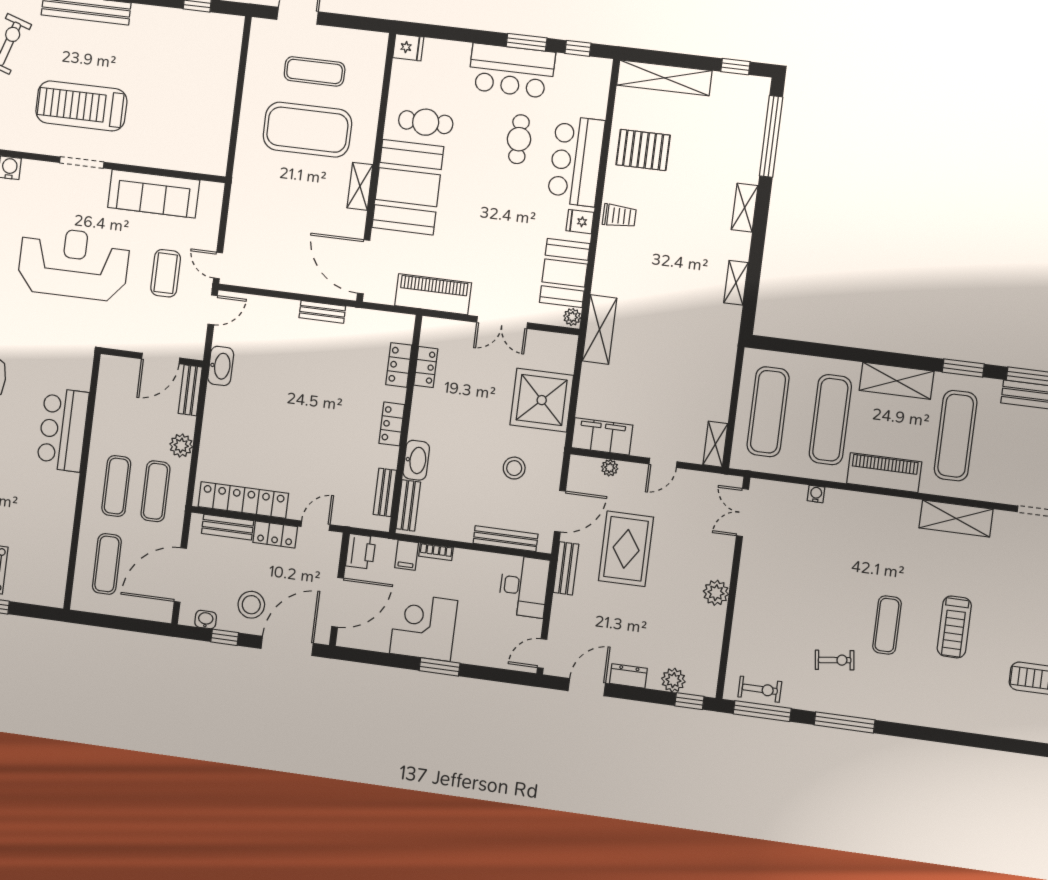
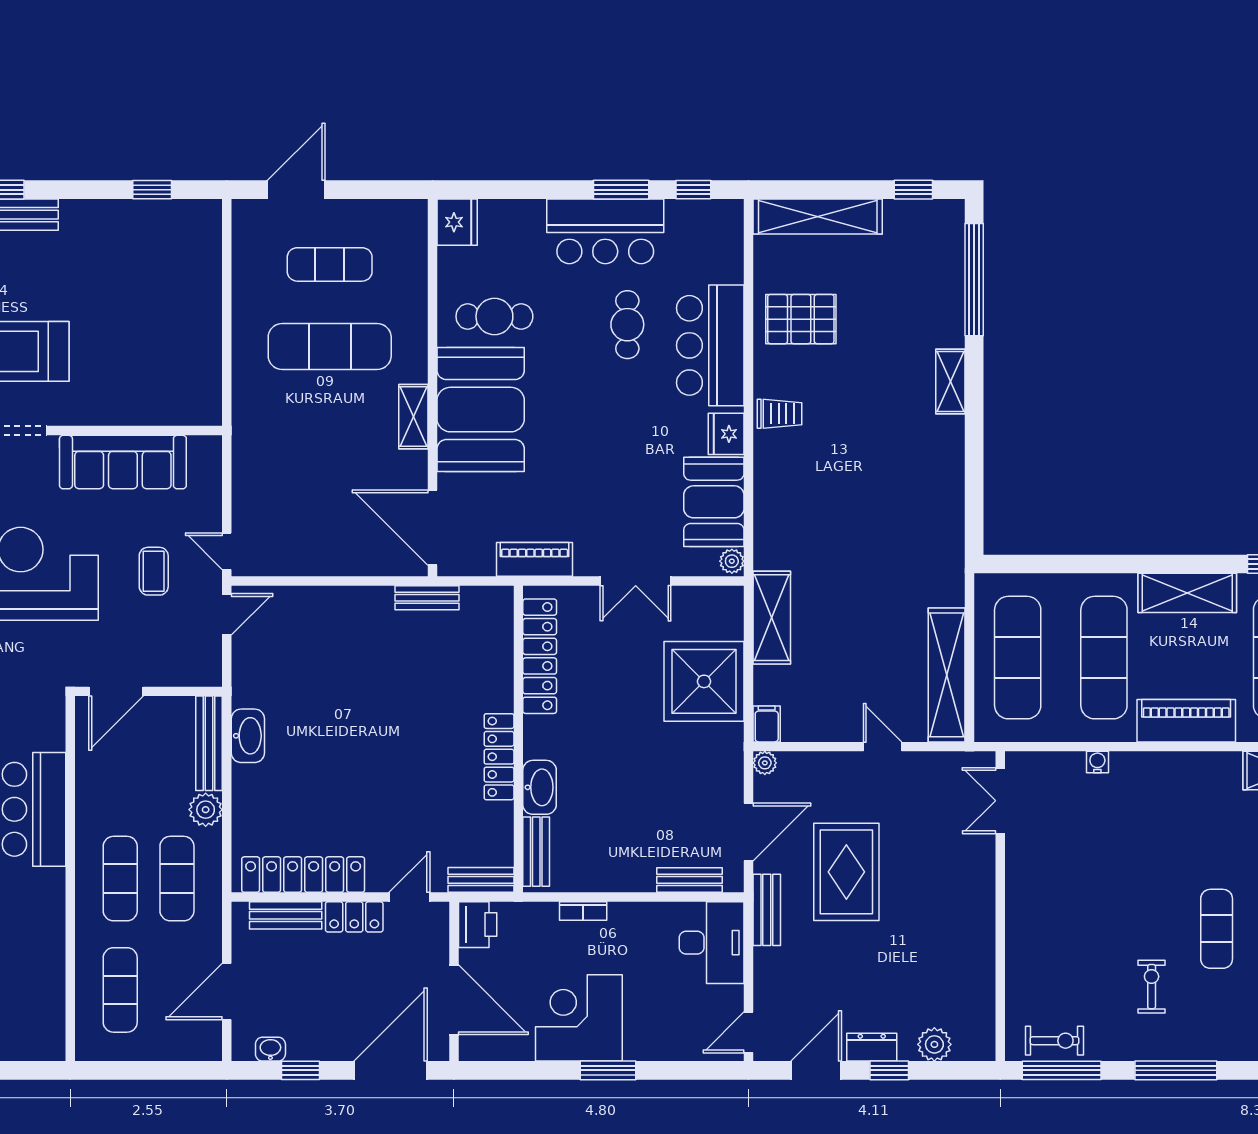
fridge: (408, 47) -> (457, 222), width x1.38
exercise mat: (307, 130) -> (330, 347), width x0.68
fridge: (580, 222) -> (726, 434), width x1.38
coffee table: (166, 273) -> (154, 571), width x0.73, depth x0.77
shelving: (736, 283) -> (952, 486), removed
piano: (433, 294) -> (535, 559), width x0.73, depth x0.75
bench: (322, 312) -> (427, 598), moved
shelving: (599, 329) -> (772, 618), moved
door: (161, 358) -> (116, 691), moved
locker: (399, 365) -> (499, 658), removed
washbasin: (221, 366) -> (248, 736), moved
locker: (426, 367) -> (540, 656), width x2.16, depth x1.21
bench: (190, 390) -> (209, 743), width x1.36
locker: (392, 424) -> (499, 757), width x1.53
filing cabinet: (602, 436) -> (767, 724), width x0.33, depth x0.86
shelving: (715, 444) -> (947, 675), width x2.20, depth x1.33
door: (663, 463) -> (883, 747), swing flipped
stool: (514, 468) -> (678, 780), removed
plant: (610, 468) -> (765, 763), moved
bench: (385, 492) -> (481, 880), moved, turned 90
bench: (505, 539) -> (690, 880), width x0.73
filing cabinet: (407, 555) -> (543, 921), removed
door: (180, 575) -> (227, 991), width x0.73
plant: (716, 593) -> (978, 916), removed
door: (338, 602) -> (454, 1000), hinge flipped
stool: (251, 605) -> (333, 1020), removed
exercise bike: (835, 660) -> (1152, 987), turned -83
window: (689, 701) -> (889, 1070), moved

